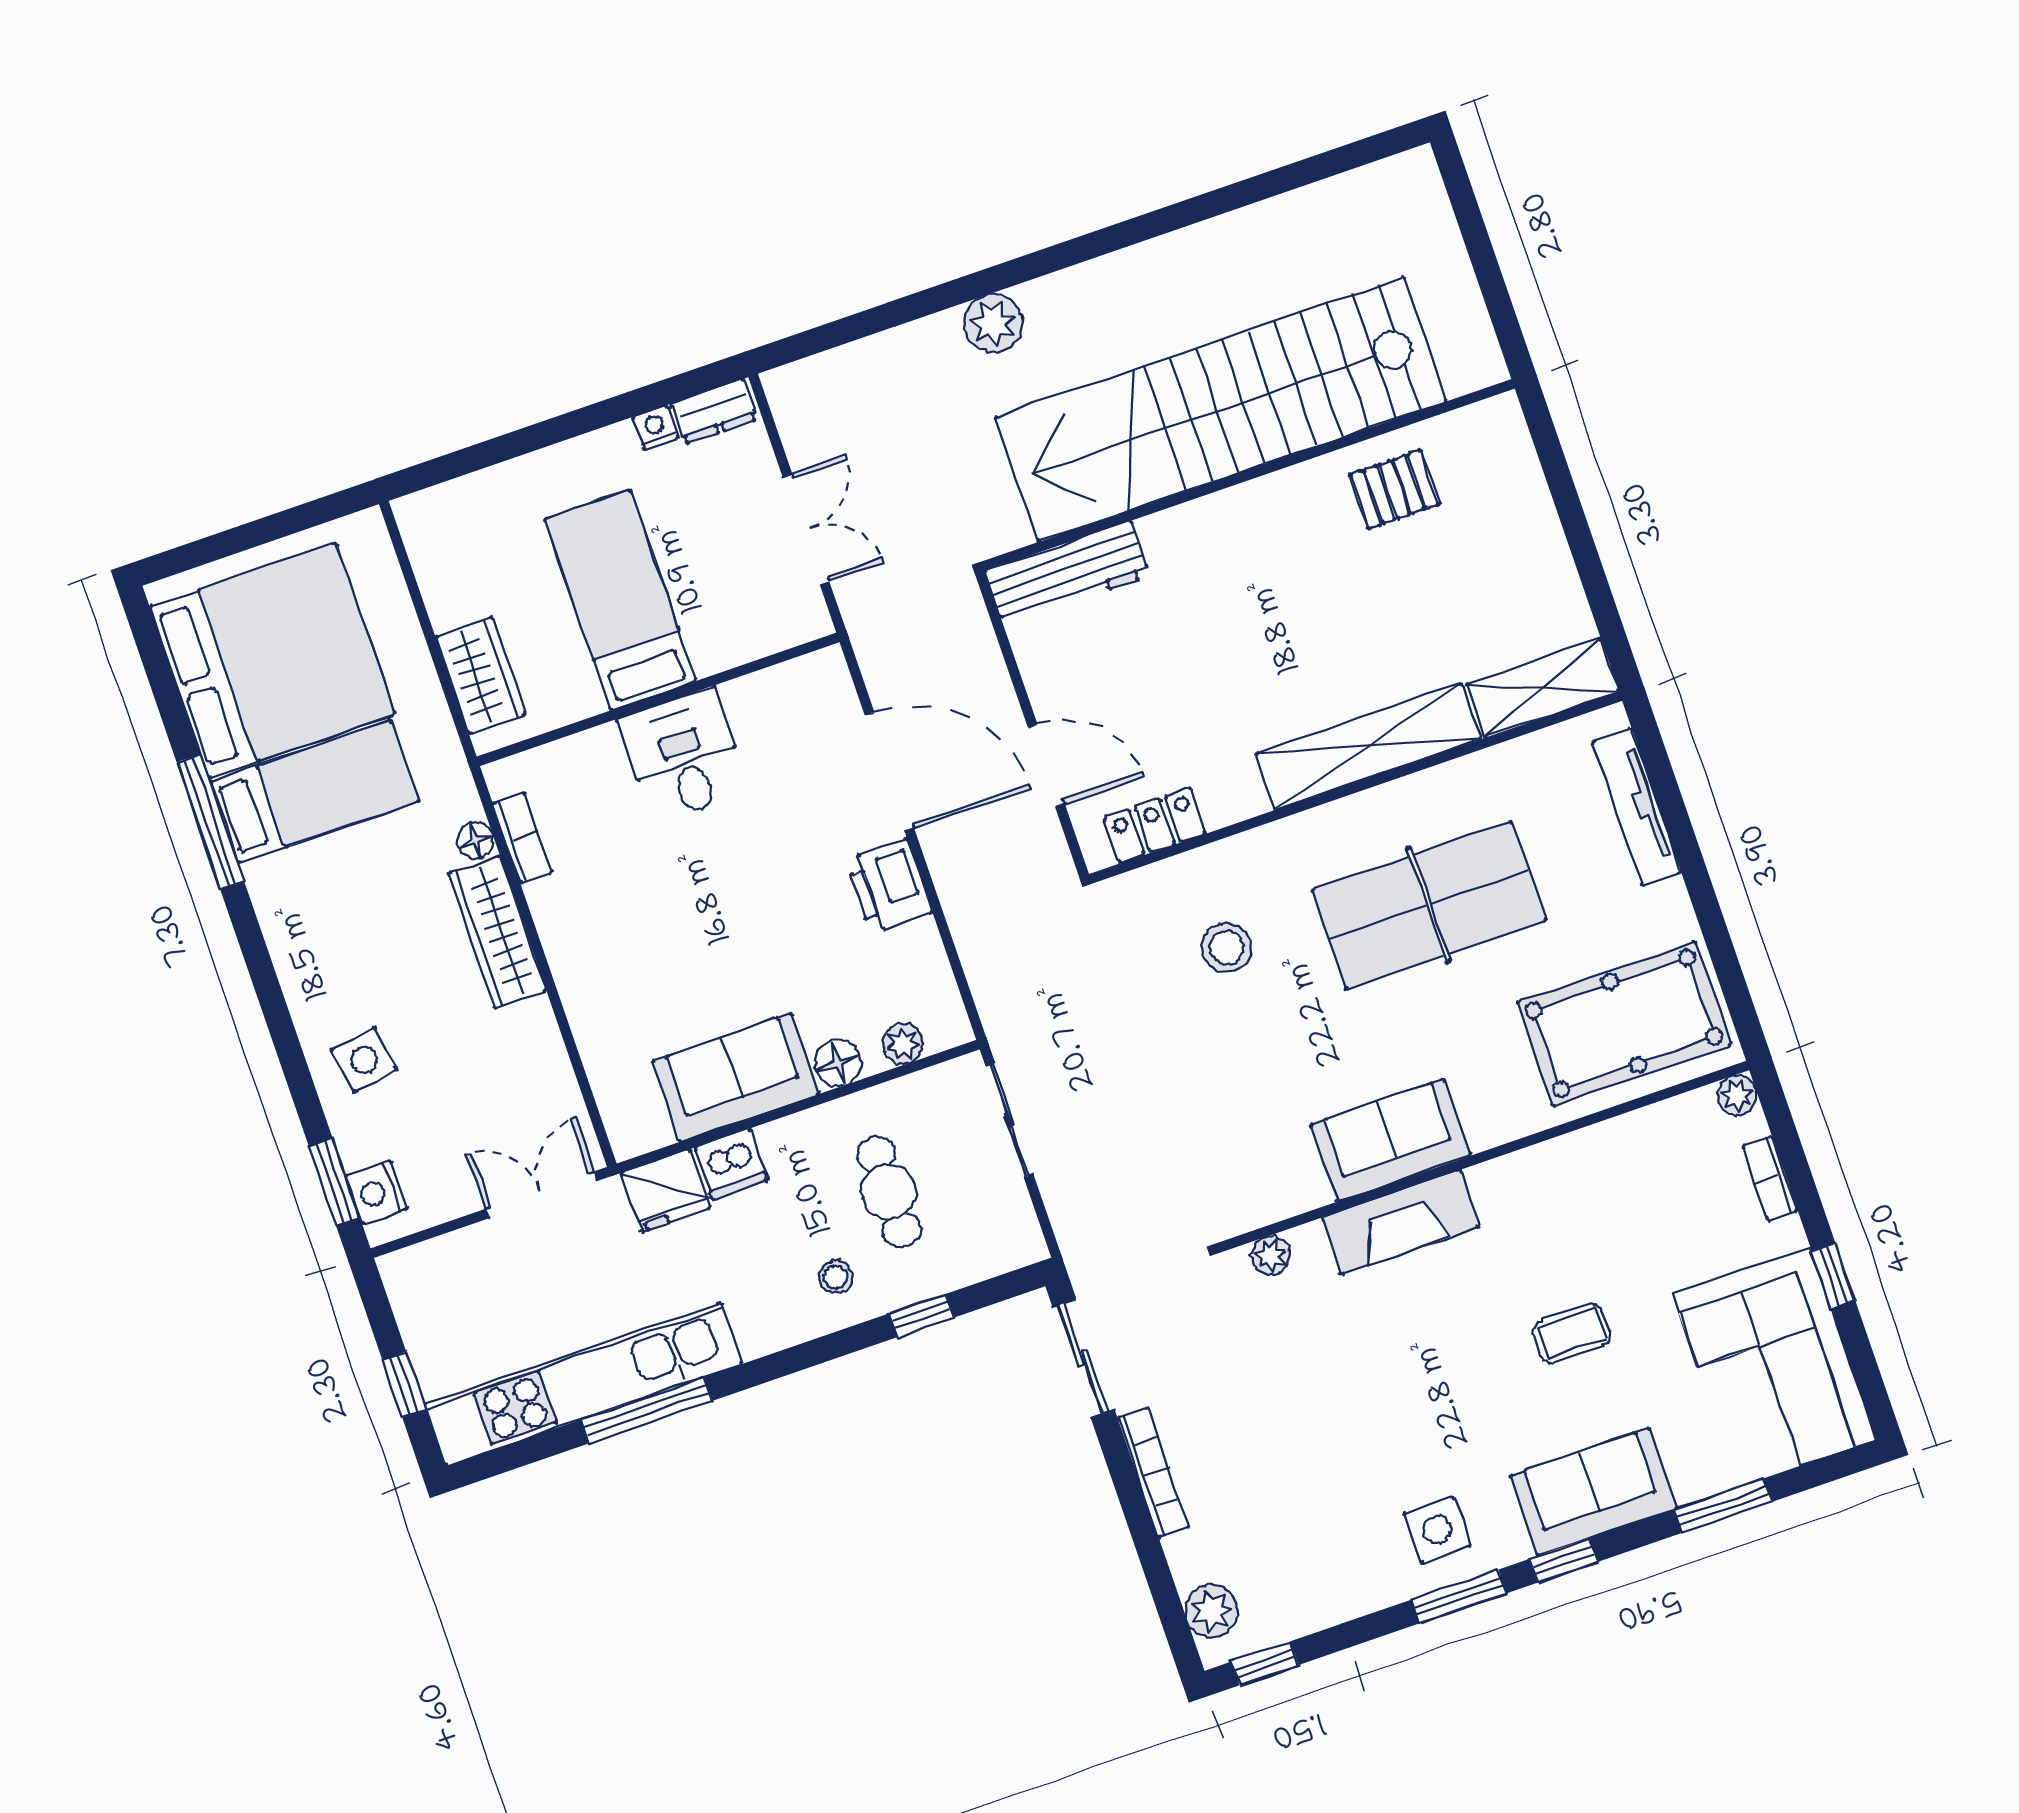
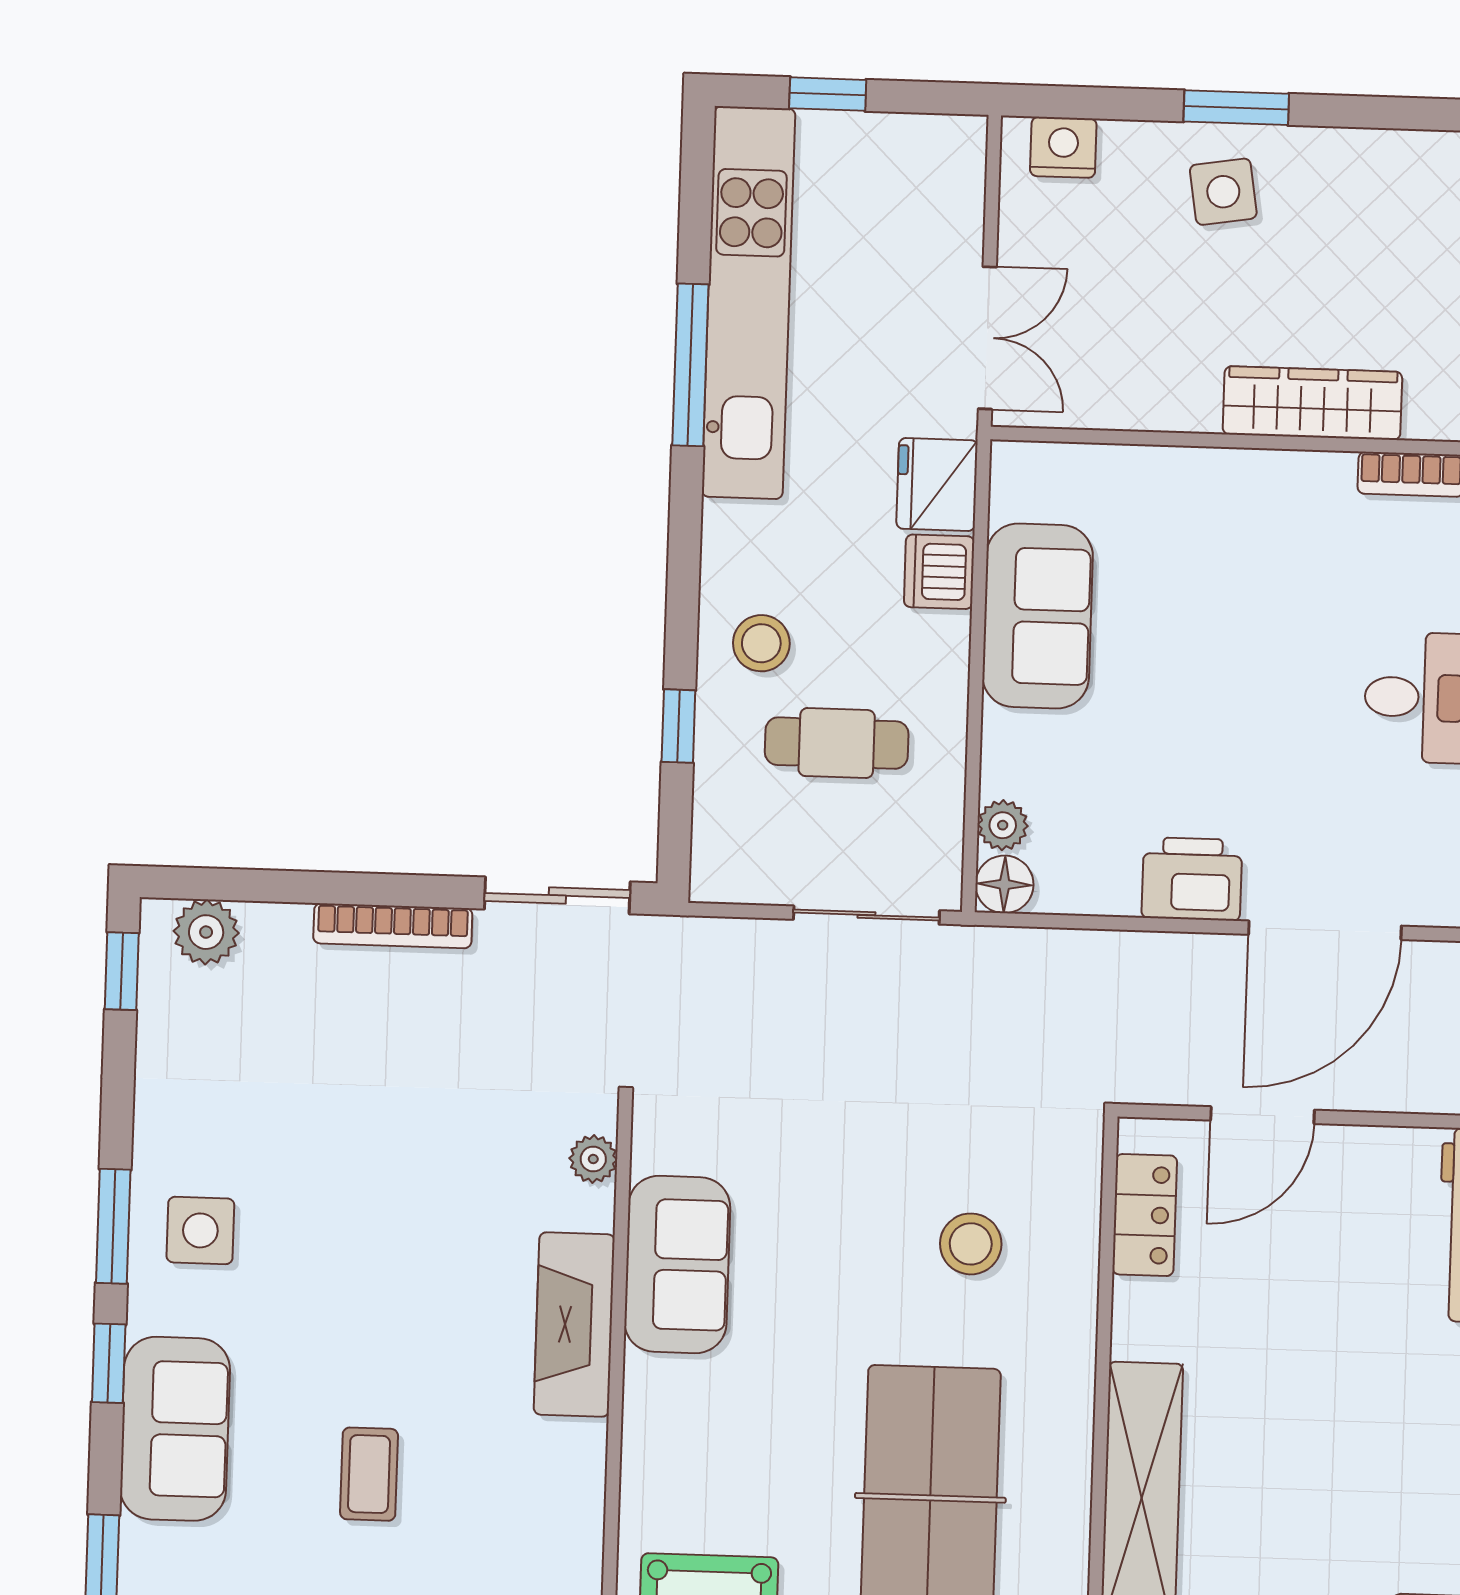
floor lamp: (476, 841) -> (1428, 419), removed
floor lamp: (838, 1063) -> (1004, 884), moved
sofa: (1391, 1140) -> (677, 1264), moved
window: (334, 1182) -> (1236, 108), moved
stool: (836, 1277) -> (761, 643), width x1.37, depth x1.37

